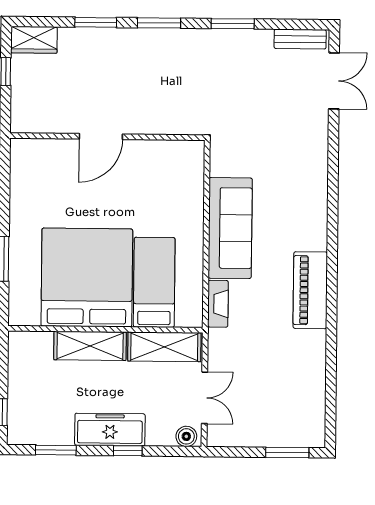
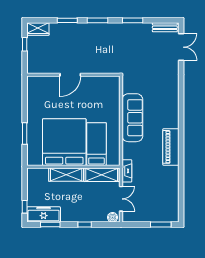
fireplace: (218, 304) -> (127, 171), moved
freezer: (110, 430) -> (44, 214), moved

